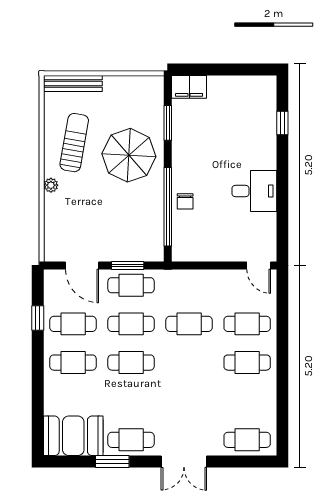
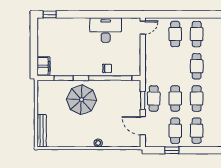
window: (282, 123) -> (50, 14), moved
sun lounger: (74, 143) -> (74, 130), removed
desk: (254, 191) -> (106, 30), width x1.37
door: (82, 265) -> (143, 126), swing flipped
cafe table: (189, 324) -> (197, 66), moved

